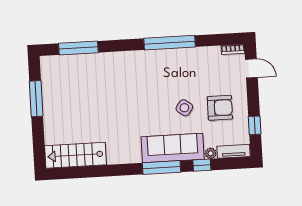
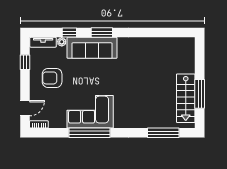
door: (251, 68) -> (25, 108), swing flipped
corner sofa: (170, 69) -> (90, 112), added
side table: (184, 108) -> (81, 80), removed
stairs: (76, 155) -> (186, 98), moved, turned 90
window: (162, 168) -> (102, 33), width x0.69

